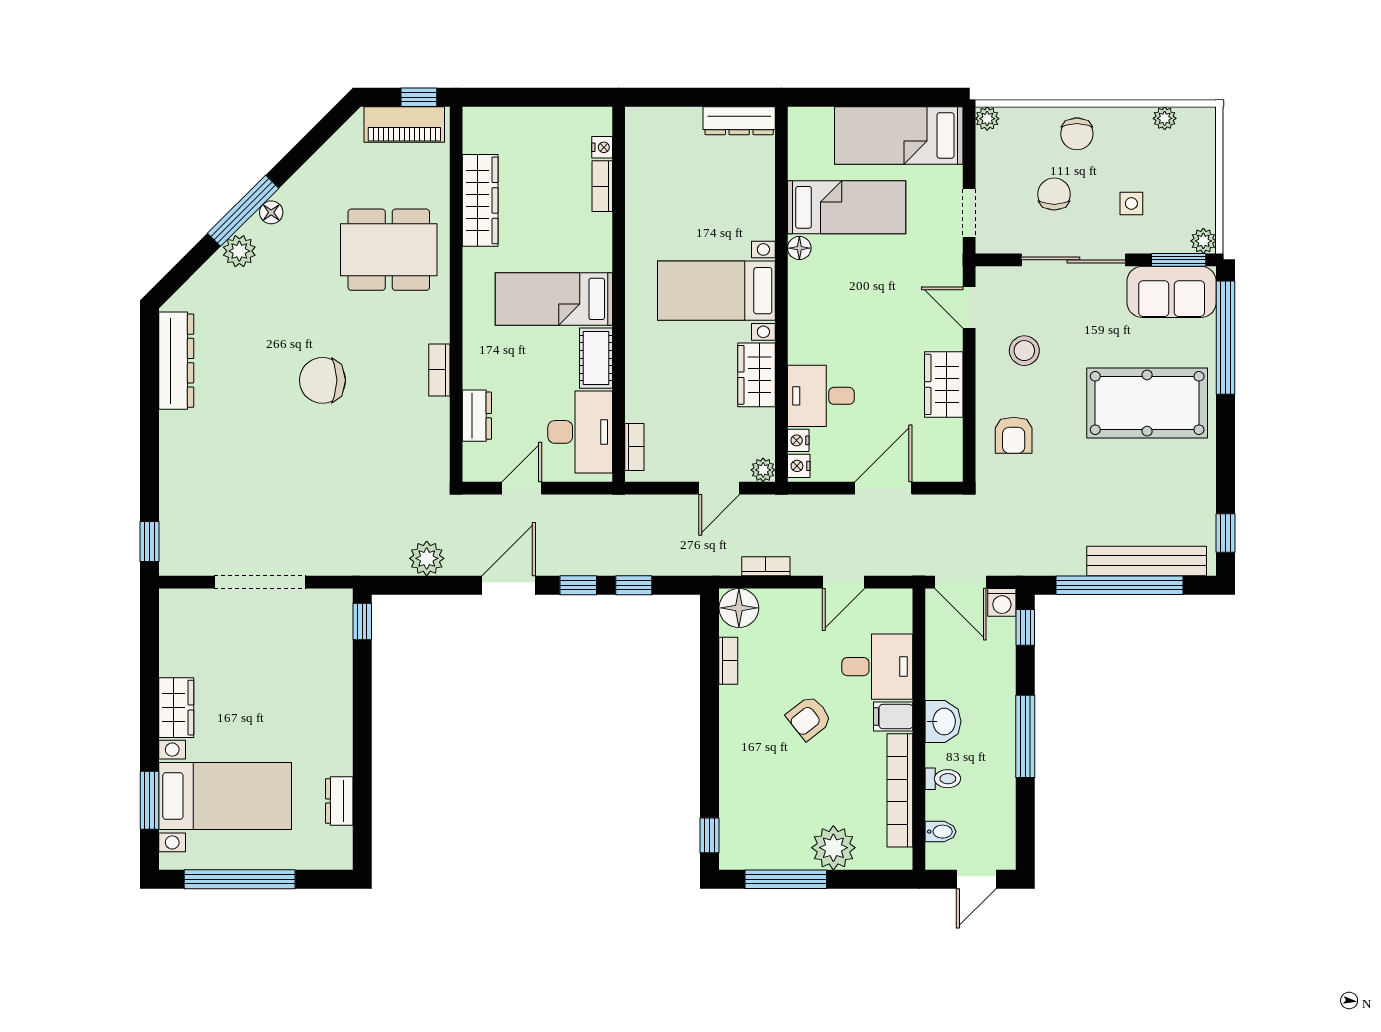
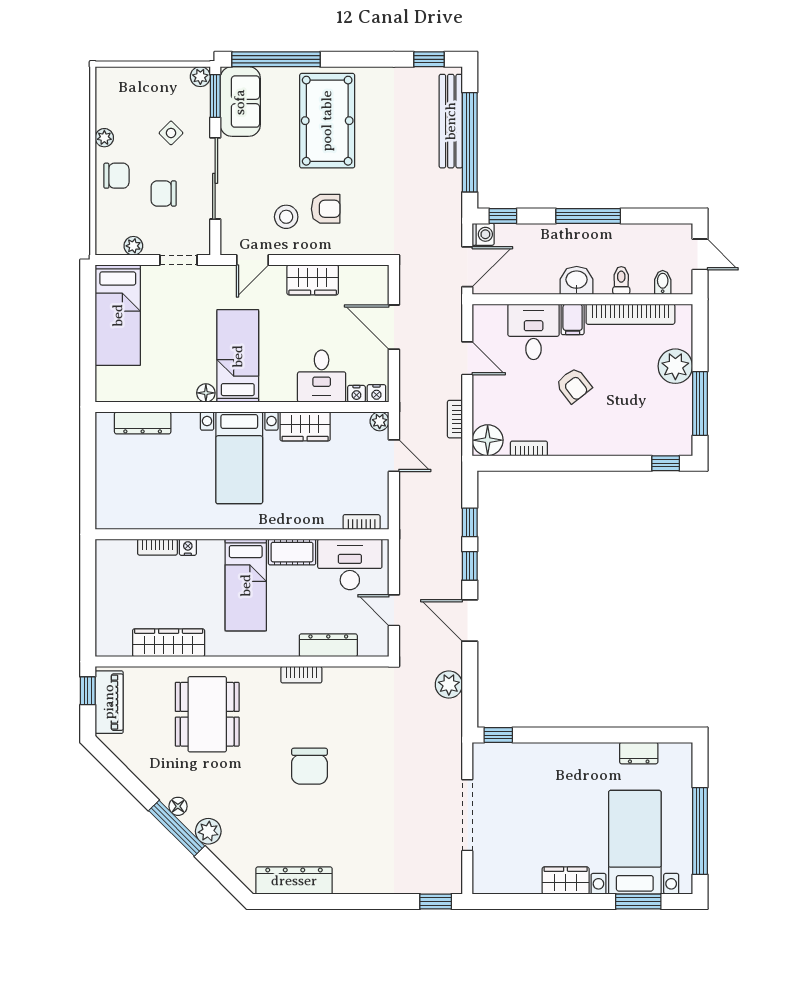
plant: (1165, 118) -> (104, 138), moved
plant: (987, 119) -> (133, 246), moved
dresser: (739, 121) -> (143, 423), moved, turned 90
nightstand: (602, 147) -> (188, 547), moved
side table: (1131, 203) -> (171, 133), turned 45
bed: (847, 207) -> (238, 356), moved
dresser: (477, 416) -> (328, 645), width x1.44
armchair: (1014, 435) -> (326, 209), moved

